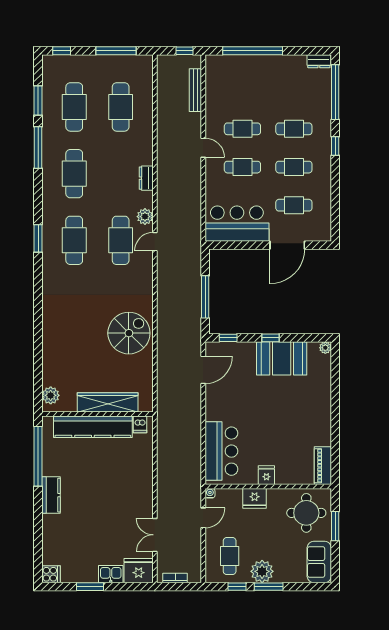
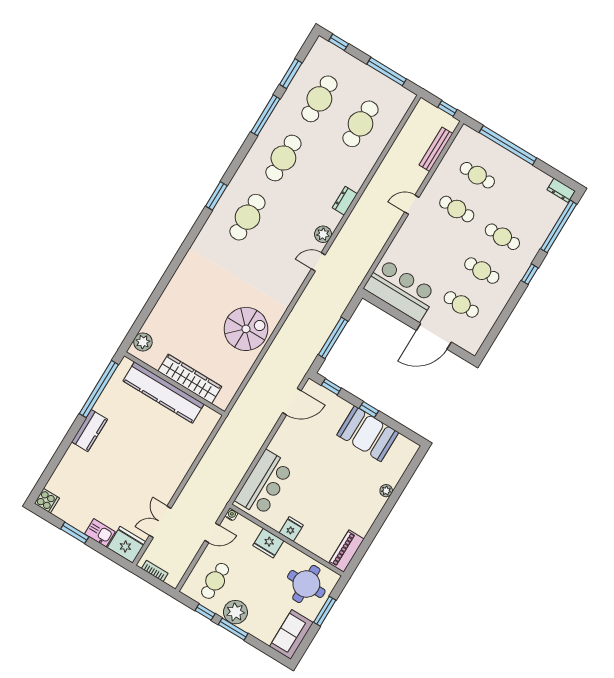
door: (203, 148) -> (412, 205), swing flipped
cafe table: (242, 167) -> (477, 175), moved
cafe table: (121, 240) -> (289, 242), removed
plant: (325, 348) -> (386, 491), moved
dishwasher: (140, 424) -> (207, 416), removed

